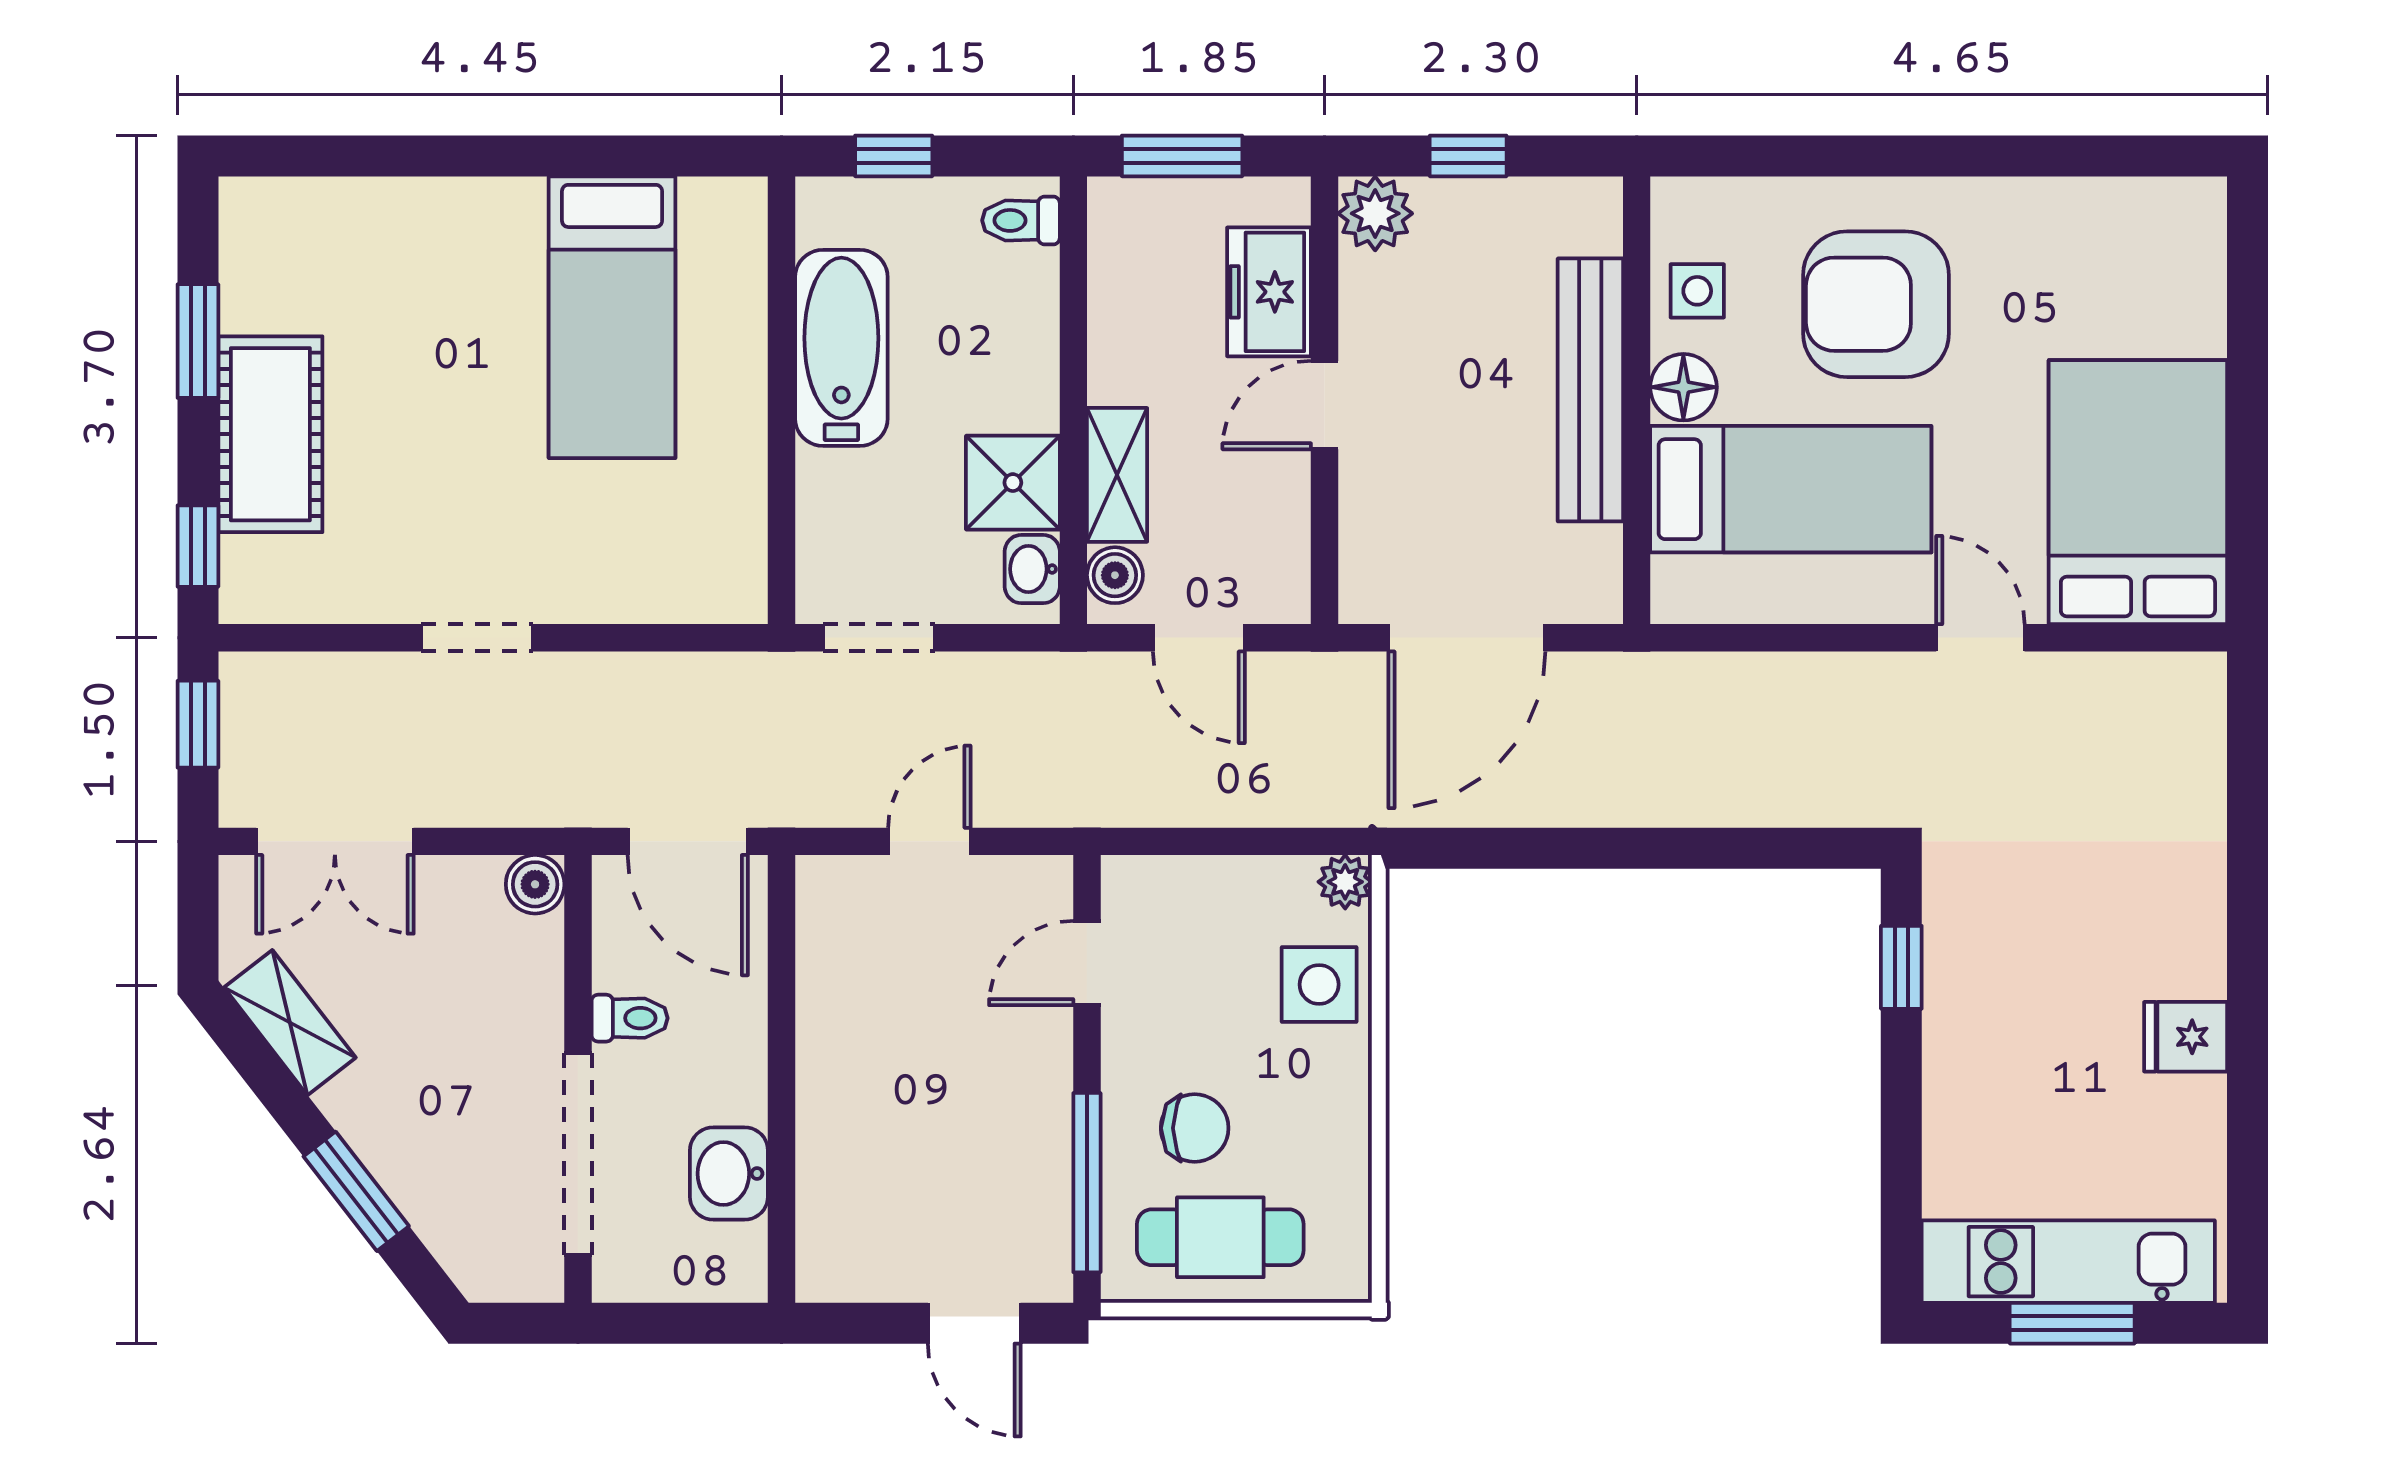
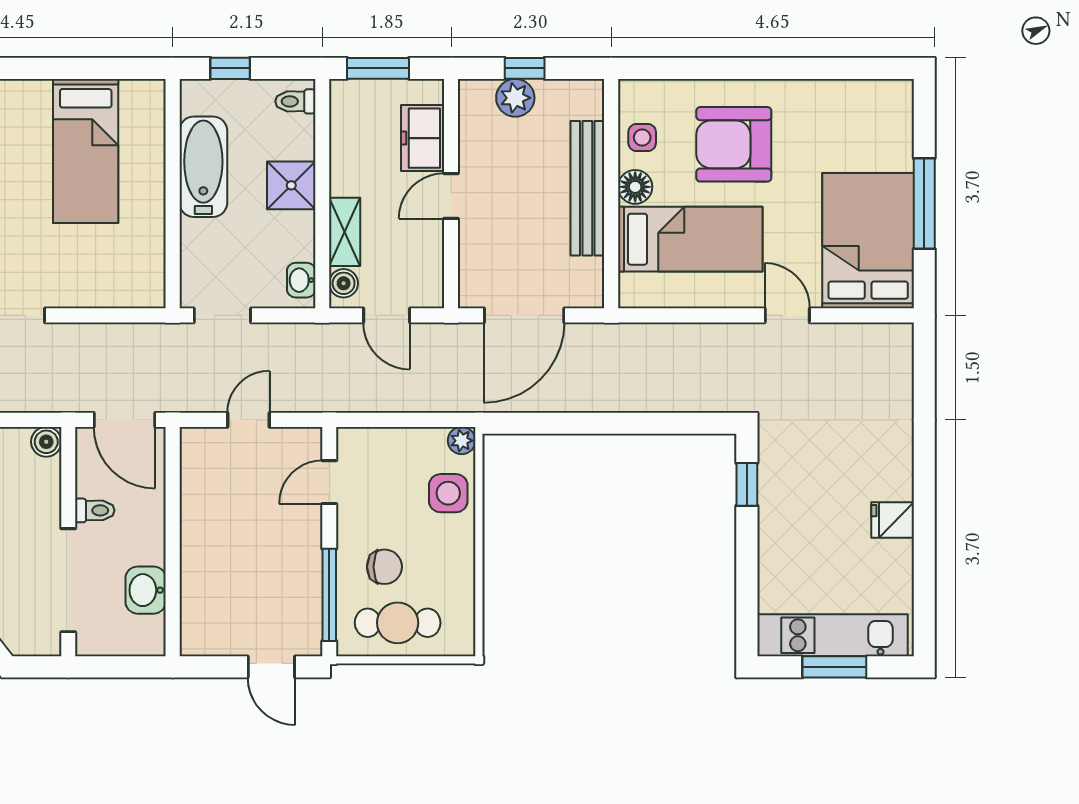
plant: (1375, 213) -> (515, 98), moved
window: (2247, 419) -> (924, 203), added
shower: (1013, 483) -> (291, 185), moved

